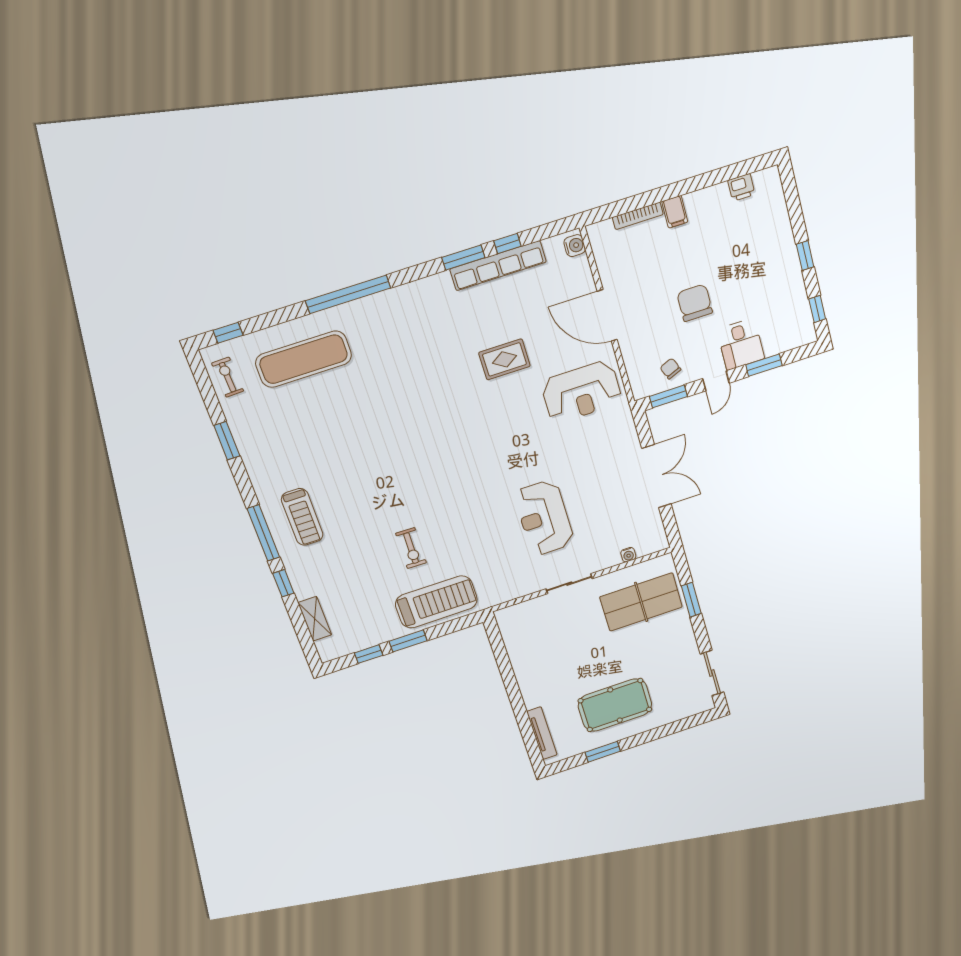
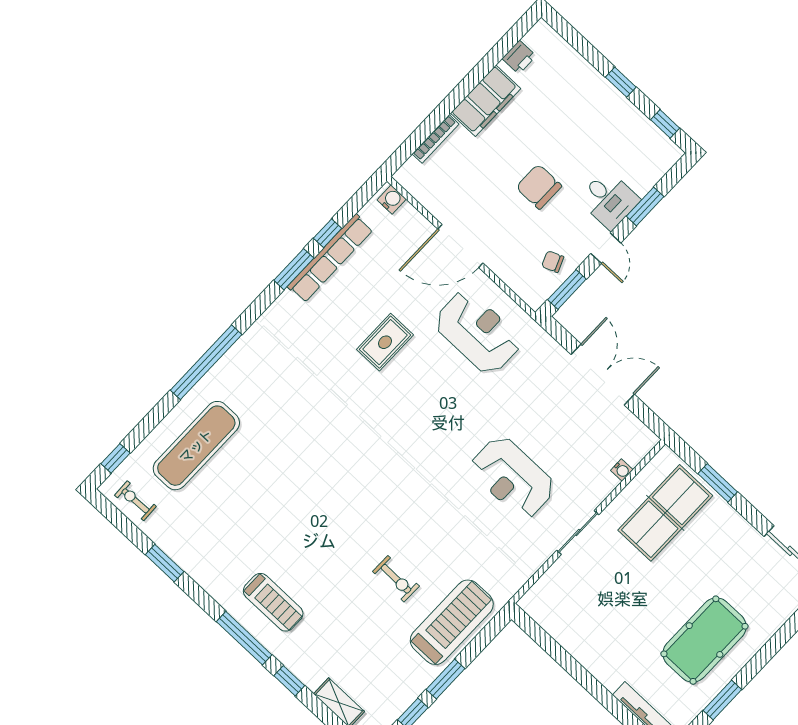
filing cabinet: (675, 212) -> (486, 101), width x3.00, depth x1.17
reception desk: (582, 392) -> (478, 332), turned -90

